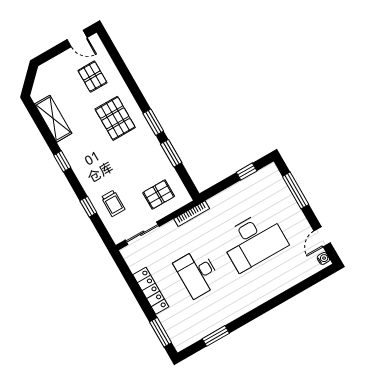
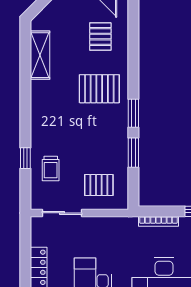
pallet: (115, 118) -> (99, 89), turned 90
window: (62, 161) -> (25, 101), removed
bookcase: (192, 214) -> (158, 221), moved

